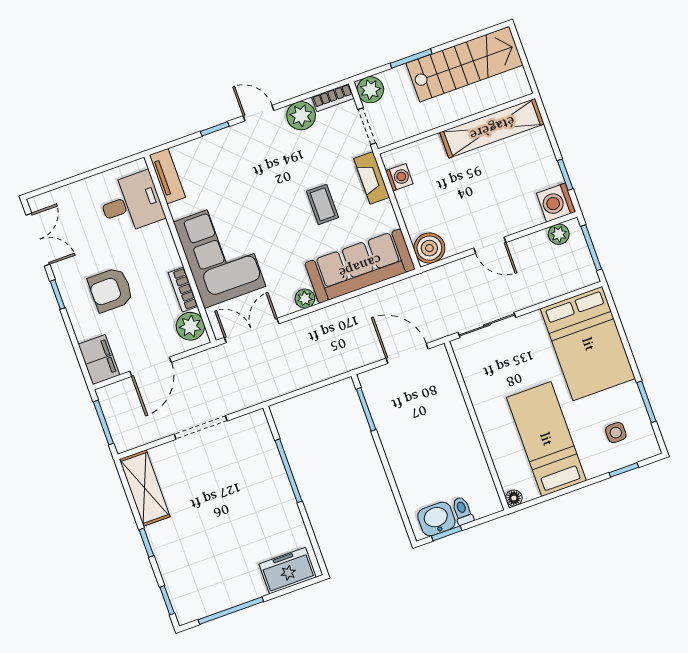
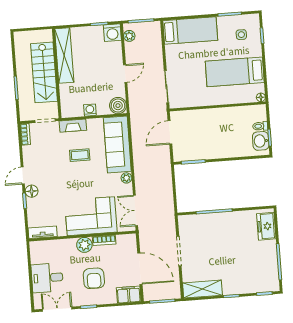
stairs: (465, 64) -> (44, 72), moved, turned 180
plant: (370, 90) -> (27, 114), removed
plant: (301, 116) -> (30, 154), removed
floor lamp: (235, 136) -> (32, 191), added
washing machine: (399, 177) -> (90, 110), moved
desk: (131, 203) -> (47, 278), moved, turned -90
plant: (190, 326) -> (84, 245), moved
bed: (588, 344) -> (190, 30), width x0.67
door: (151, 367) -> (140, 269), width x1.36

